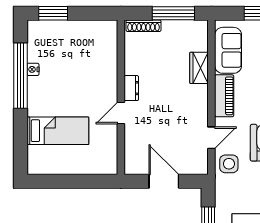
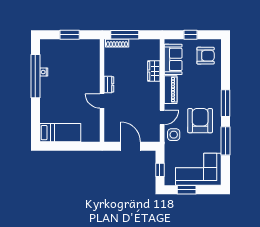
window: (53, 13) -> (70, 35), moved
window: (173, 13) -> (125, 35), moved
door: (121, 113) -> (102, 101), hinge flipped
bed: (58, 131) -> (60, 133), moved

